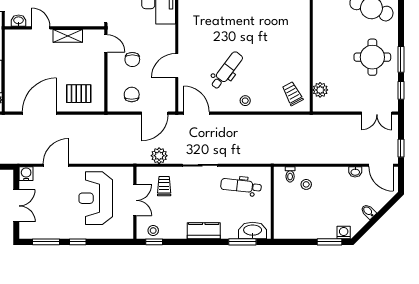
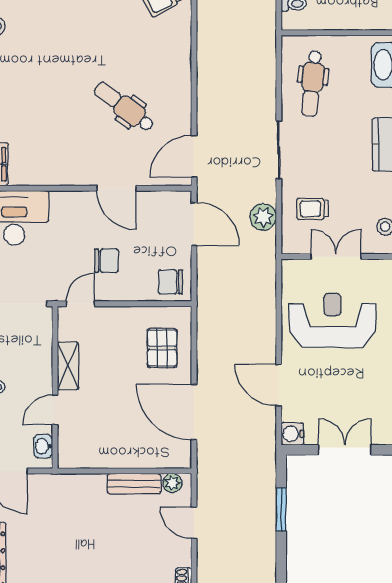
chair: (132, 94) -> (170, 282), moved
stool: (245, 101) -> (173, 77), removed
reception desk: (96, 198) -> (332, 320), turned 180

